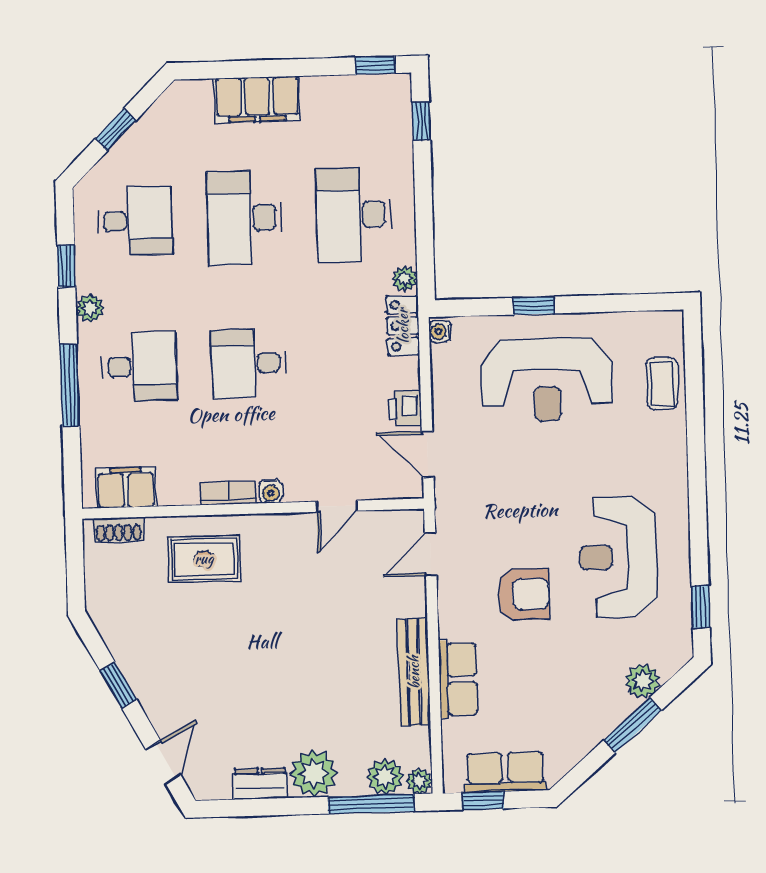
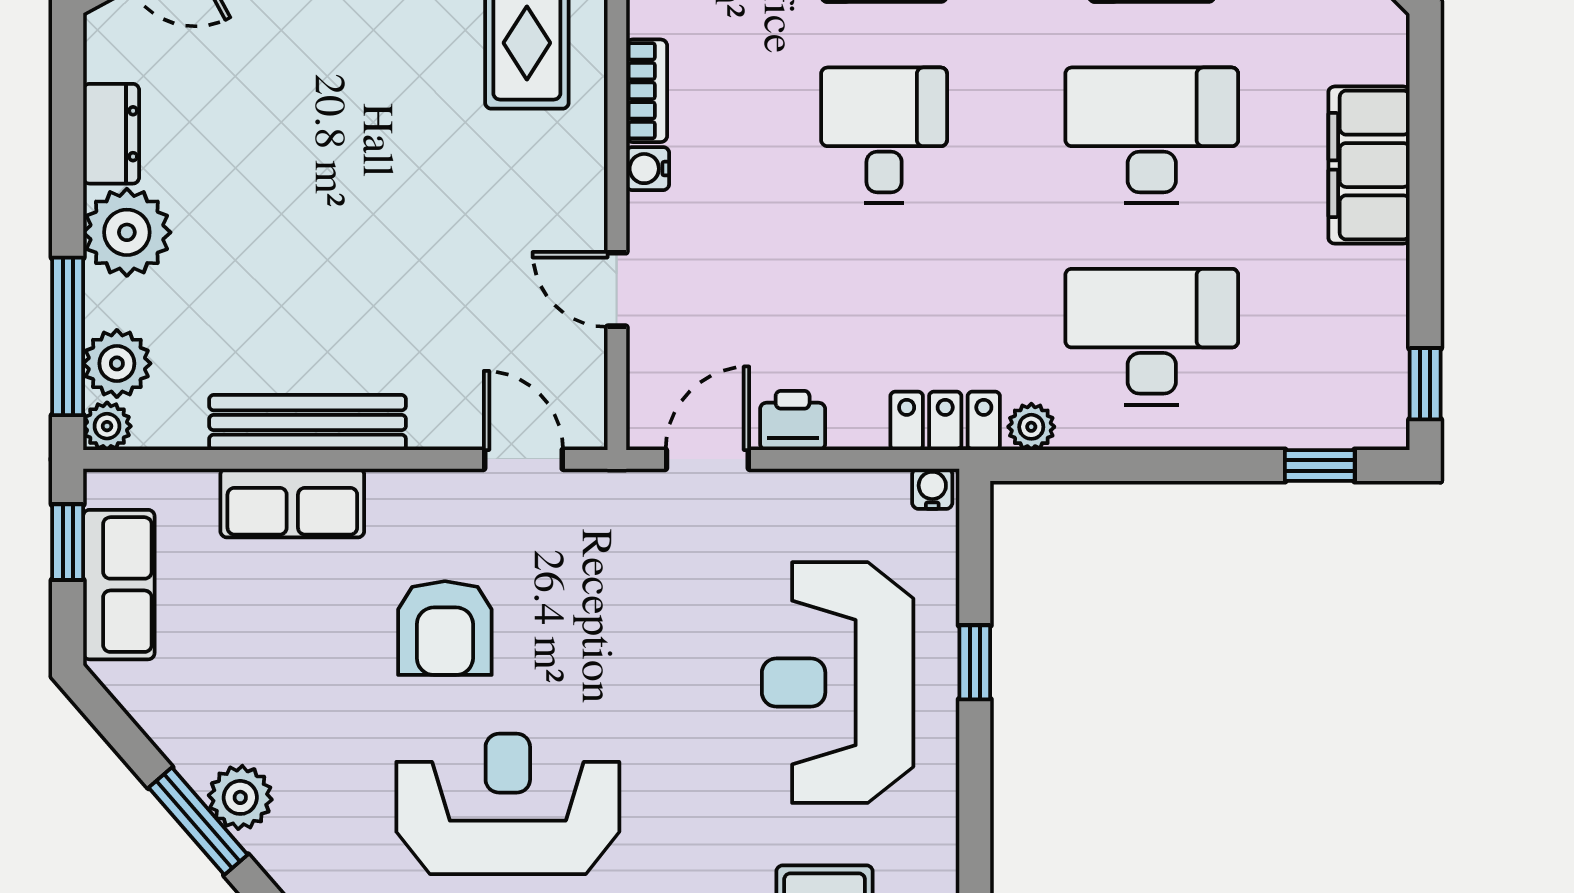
plant: (642, 681) -> (240, 797), moved

